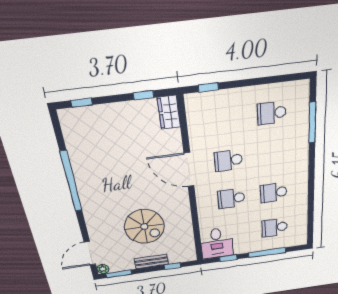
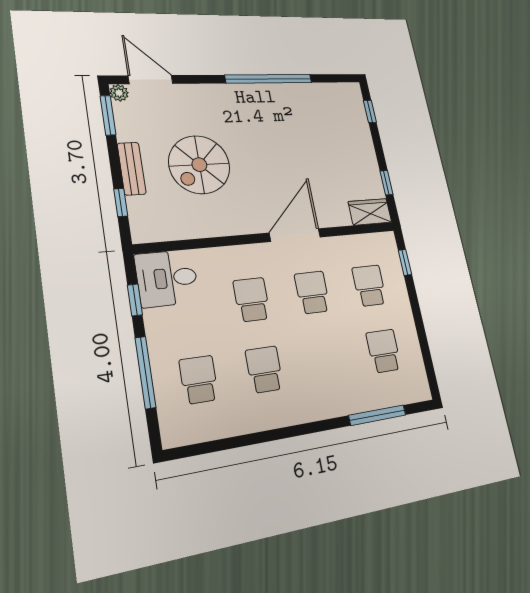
school desk: (225, 119) -> (369, 286), added

